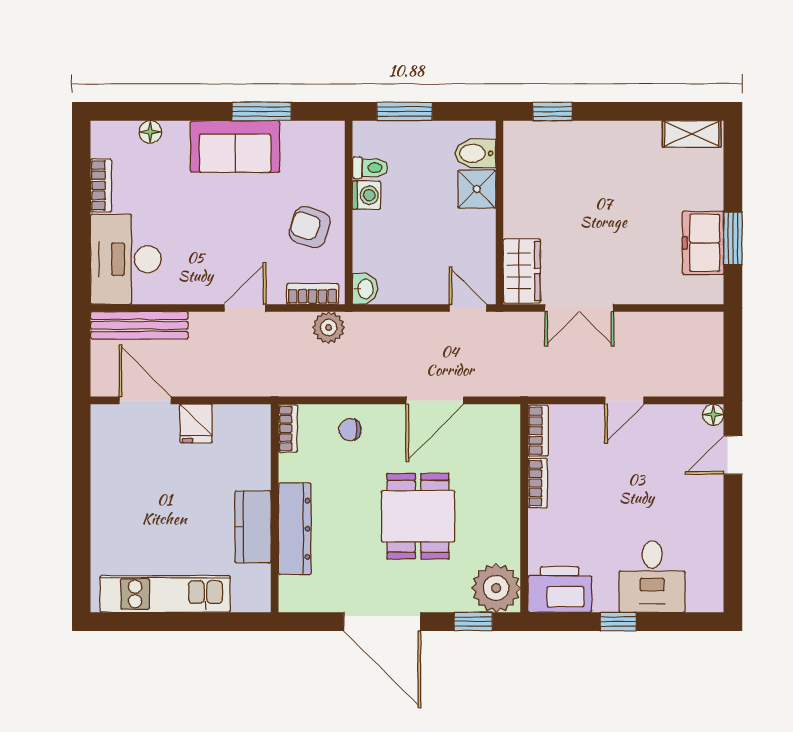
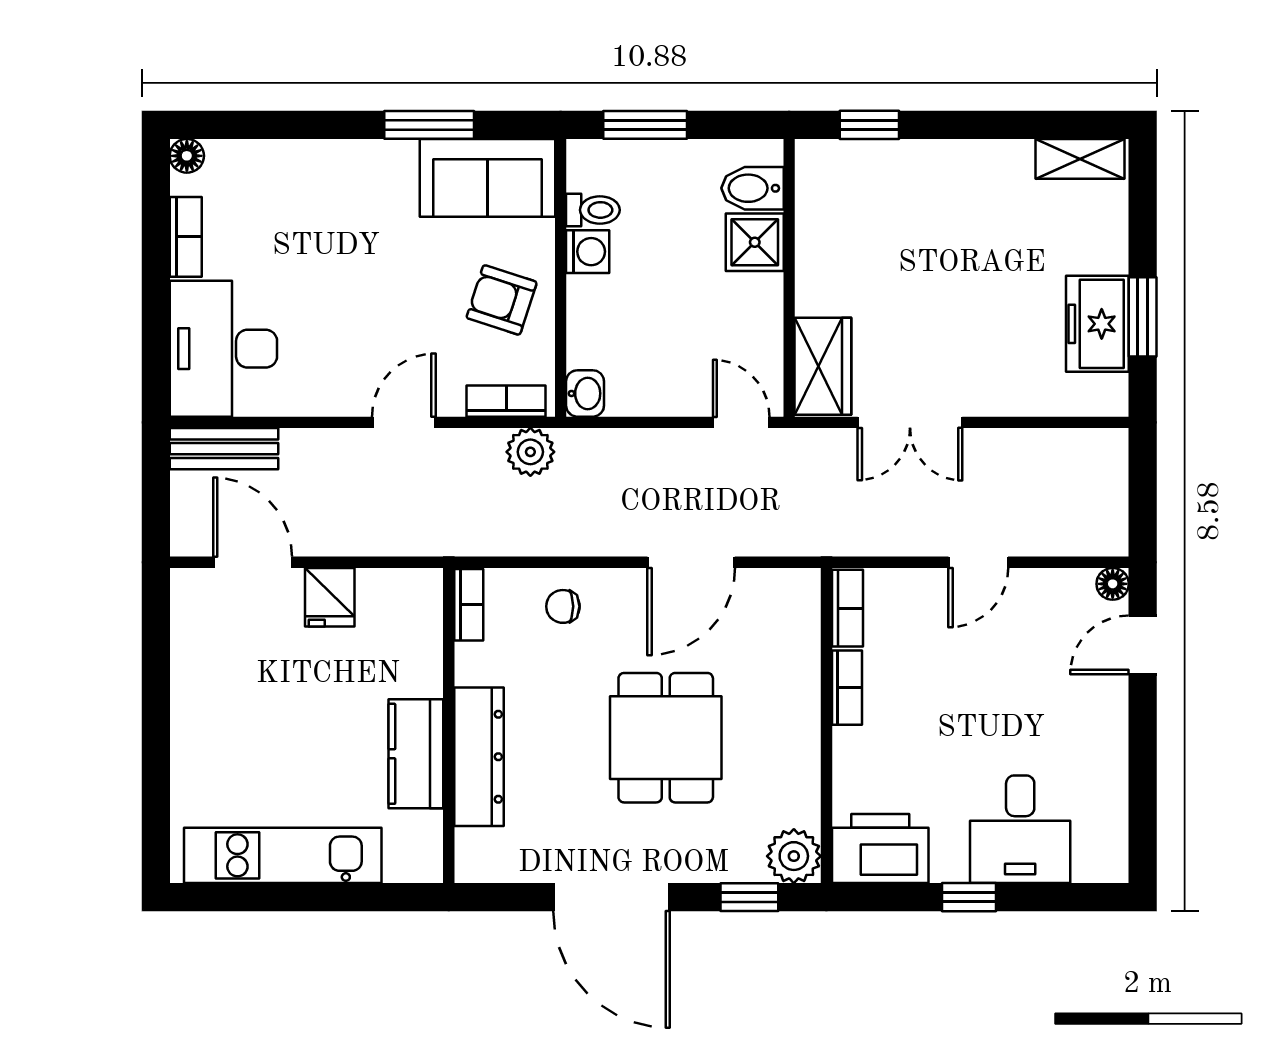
floor lamp: (150, 132) -> (187, 156), moved
sofa: (235, 147) -> (487, 178), moved
bench: (139, 325) -> (224, 449), width x0.73
plant: (496, 588) -> (794, 856), width x0.73, depth x0.73

